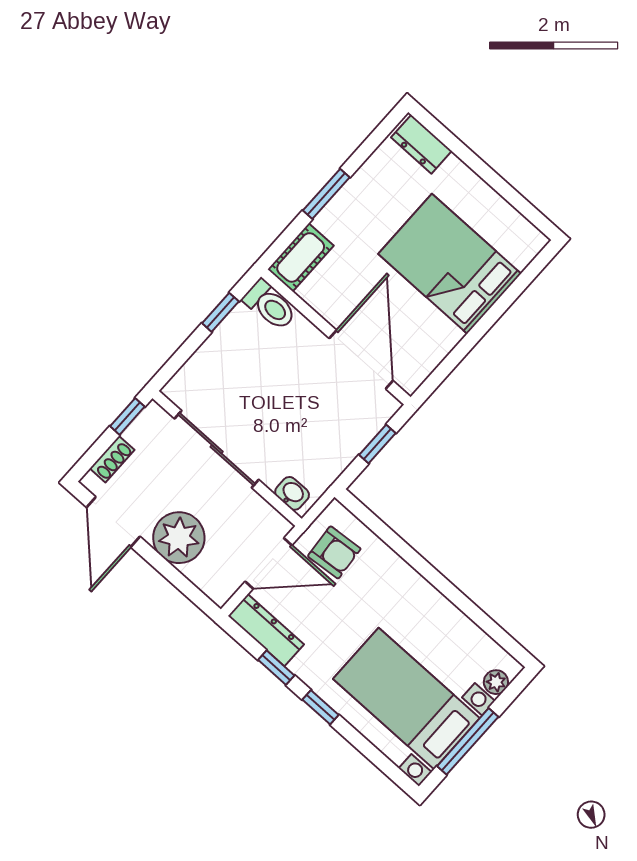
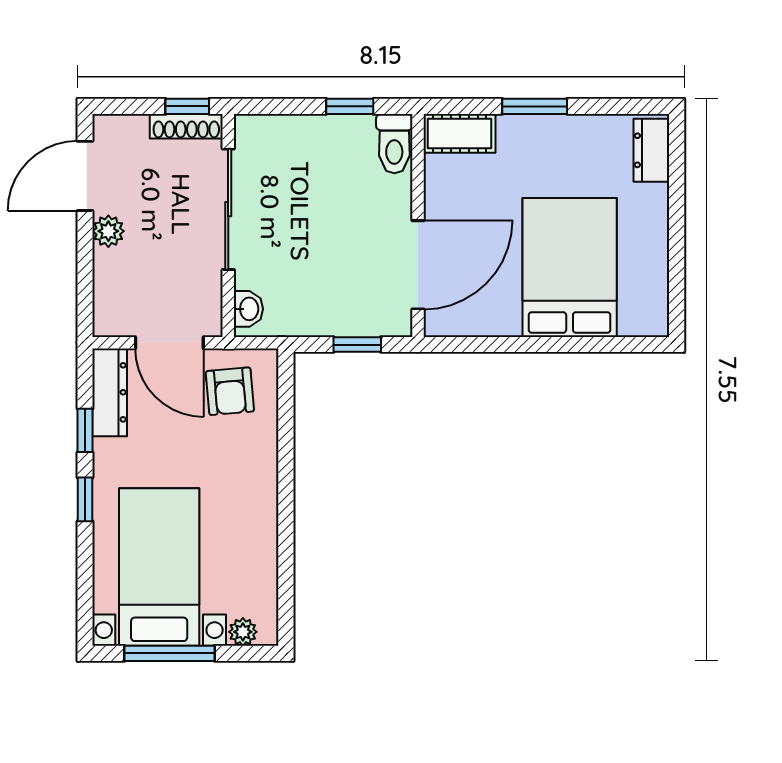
shoe rack: (112, 459) -> (186, 126), moved, width x1.43
plant: (179, 538) -> (108, 231), width x0.53, depth x0.53

